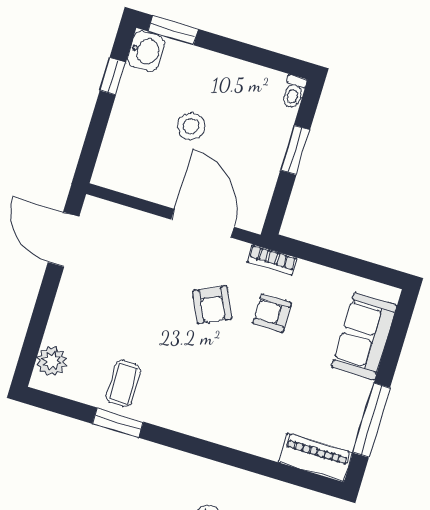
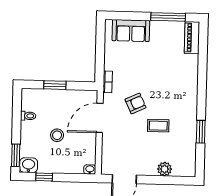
toilet: (294, 92) -> (28, 116), moved
washbasin: (103, 174) -> (90, 169), added
armchair: (272, 313) -> (132, 75), removed
plant: (52, 361) -> (165, 169), moved
coffee table: (123, 384) -> (158, 126), moved

